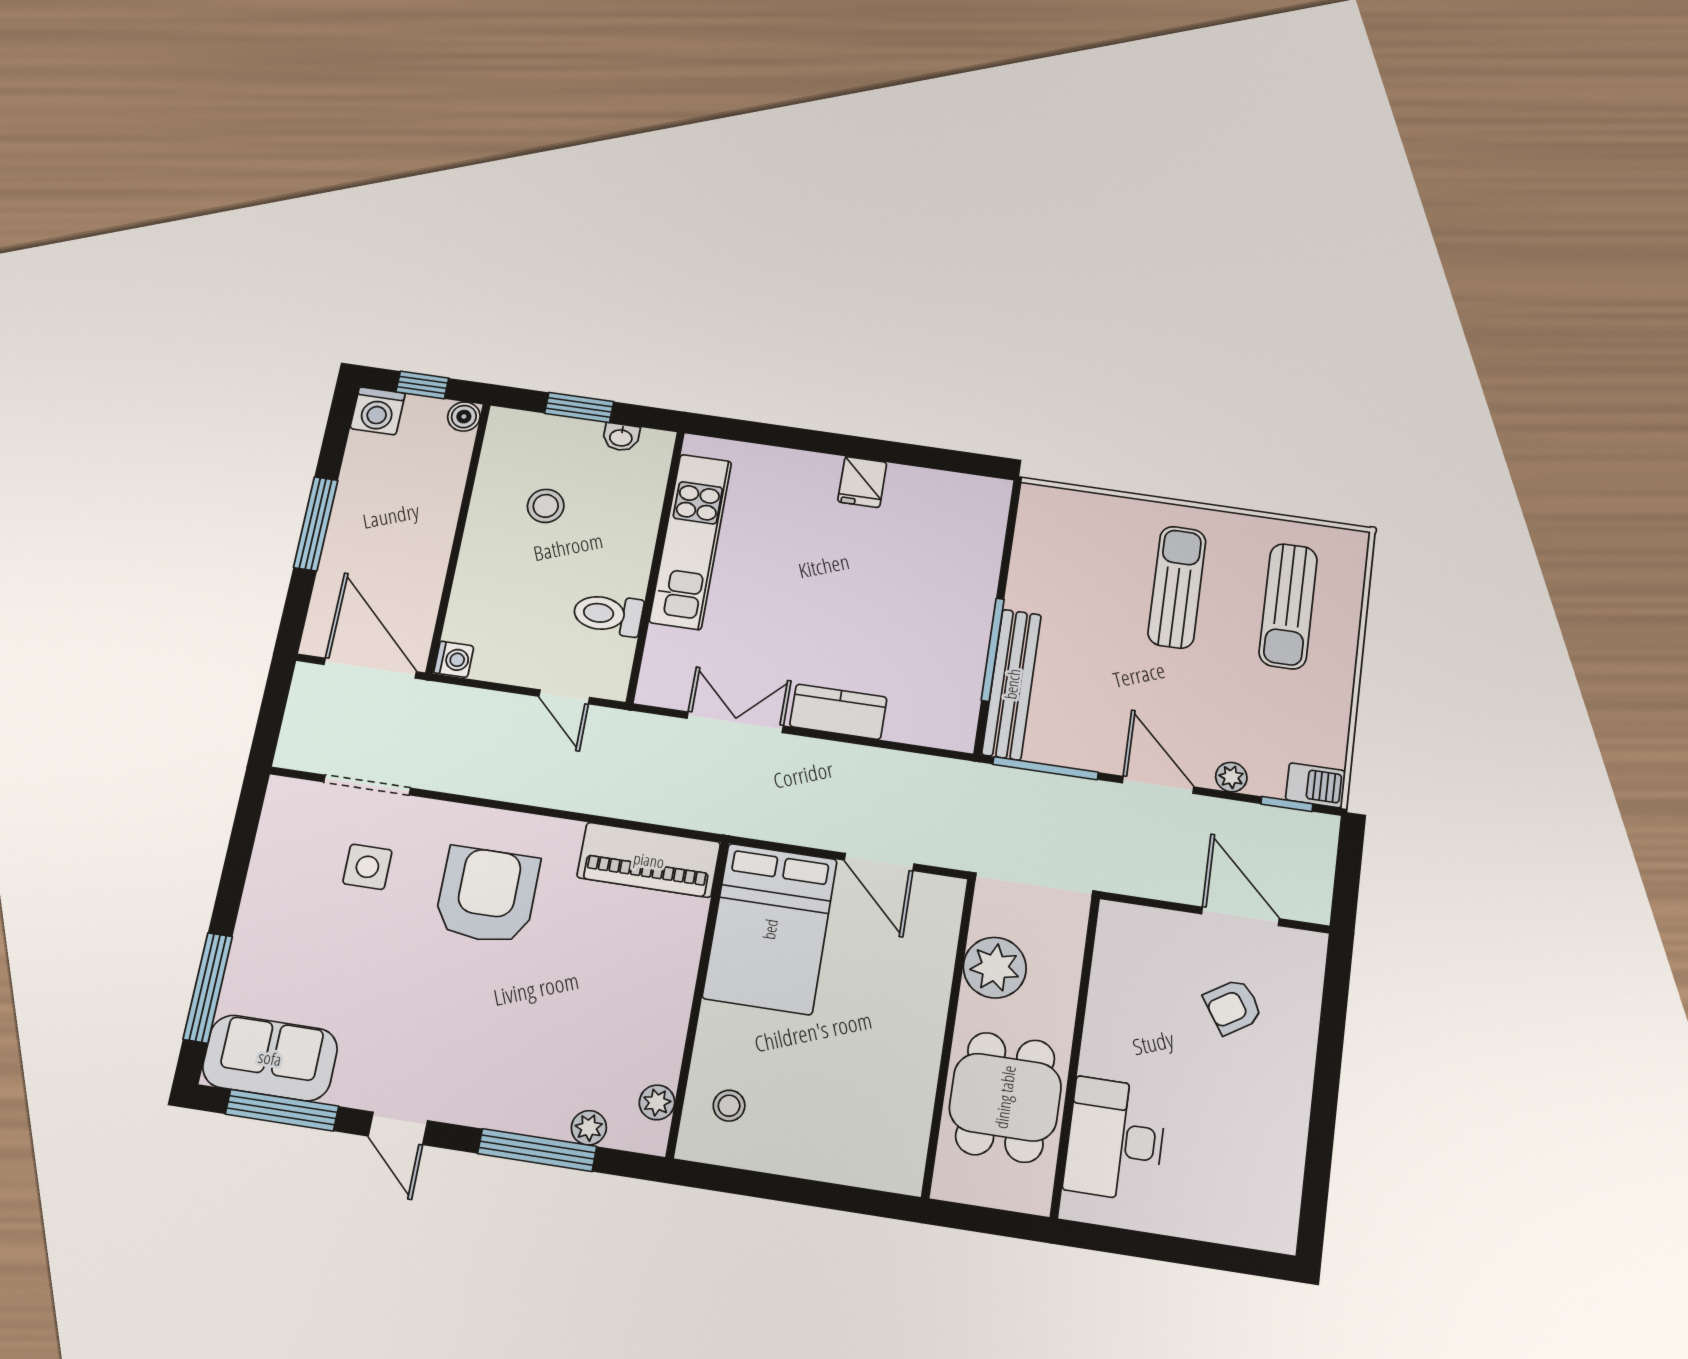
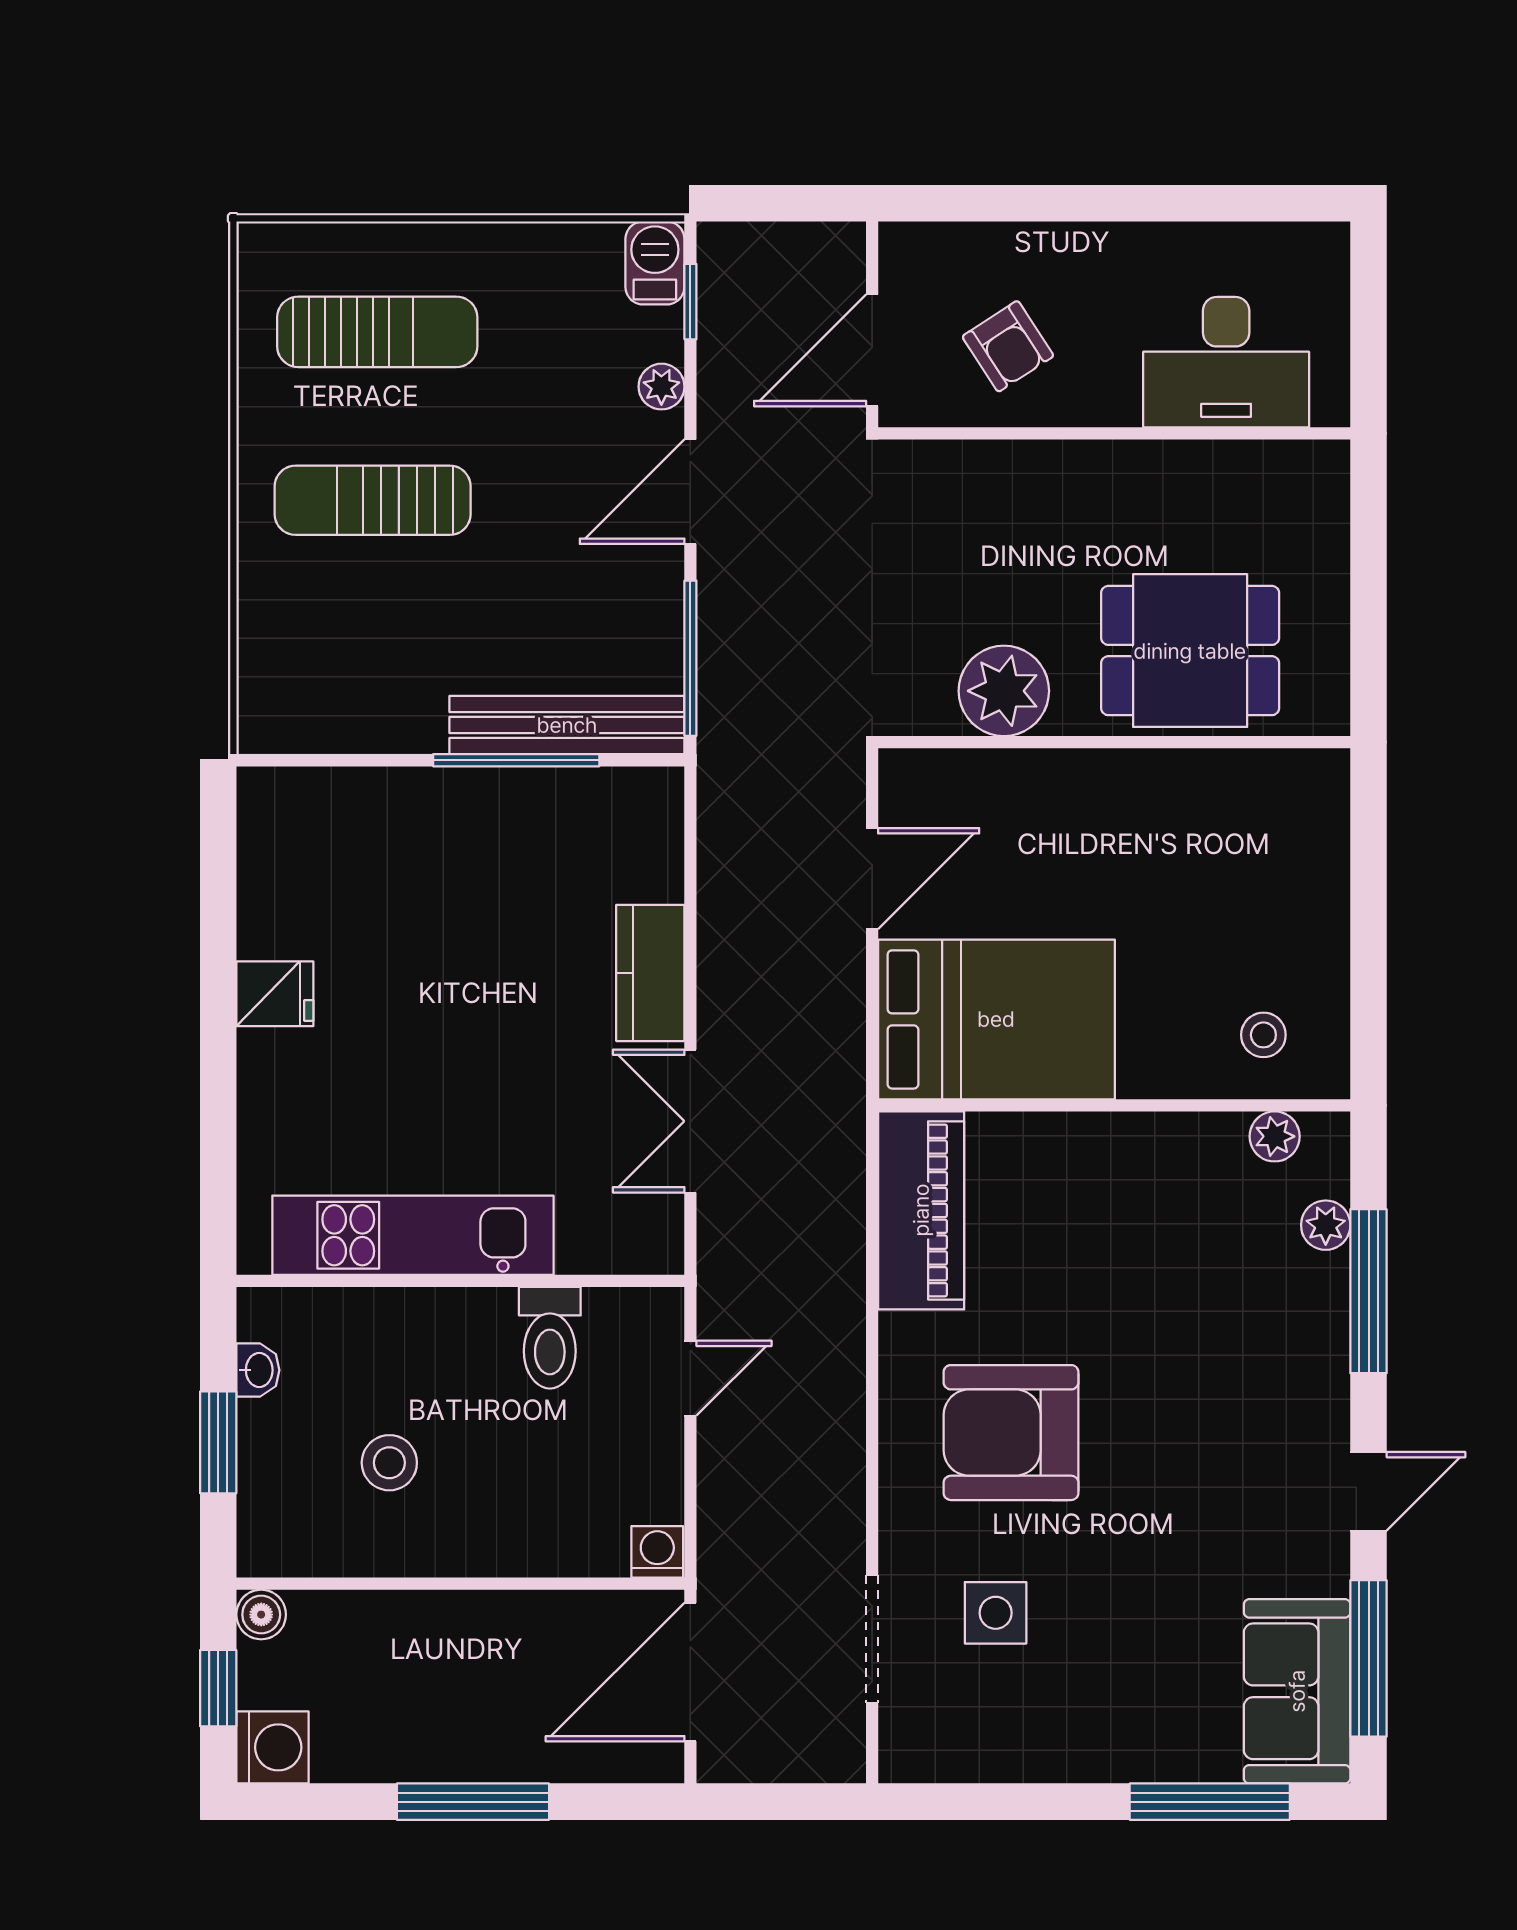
wall: (1075, 1055) -> (1114, 433), moved
desk: (1115, 1139) -> (1226, 362), moved

